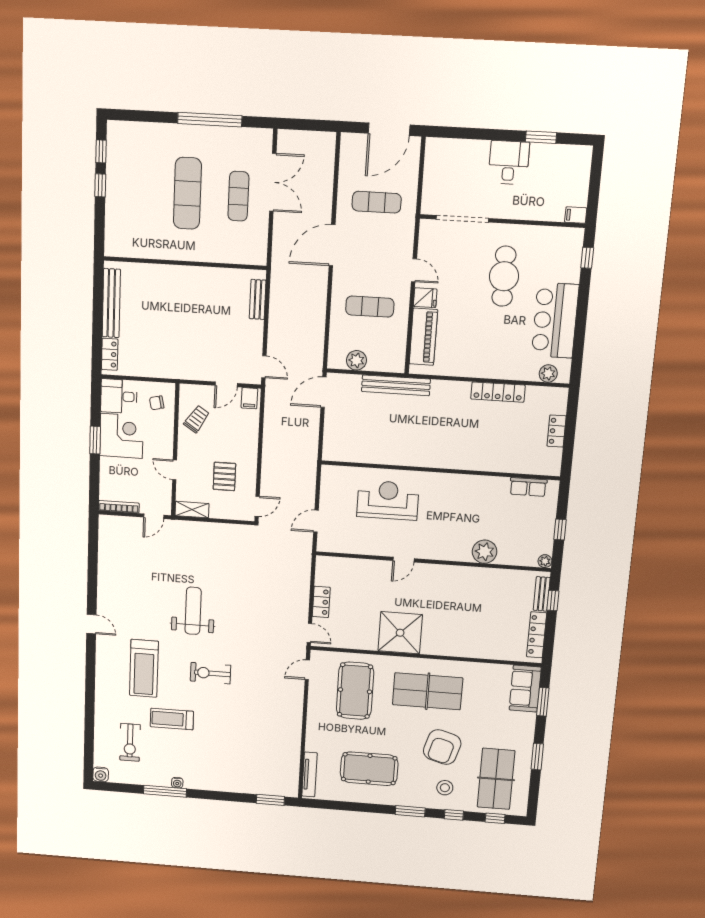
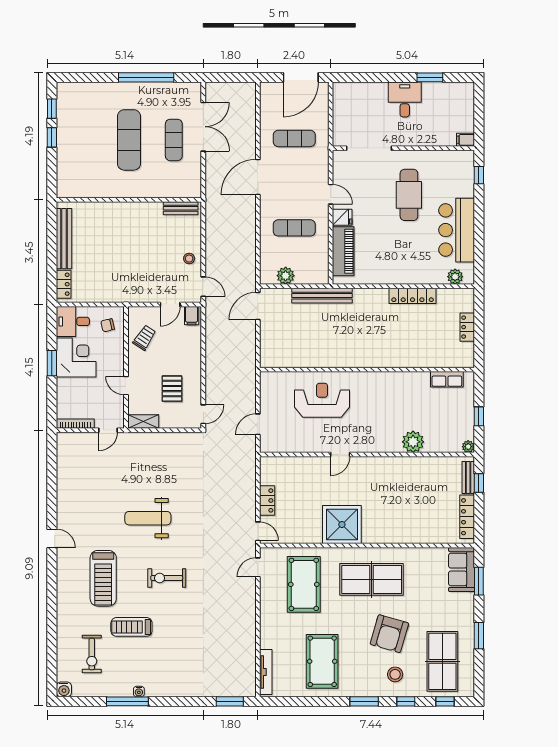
bench: (258, 299) -> (181, 208), moved, turned 90
stool: (250, 334) -> (189, 259), added
weight bench: (193, 611) -> (148, 518), turned -90
pool table: (369, 769) -> (322, 661), turned 90

